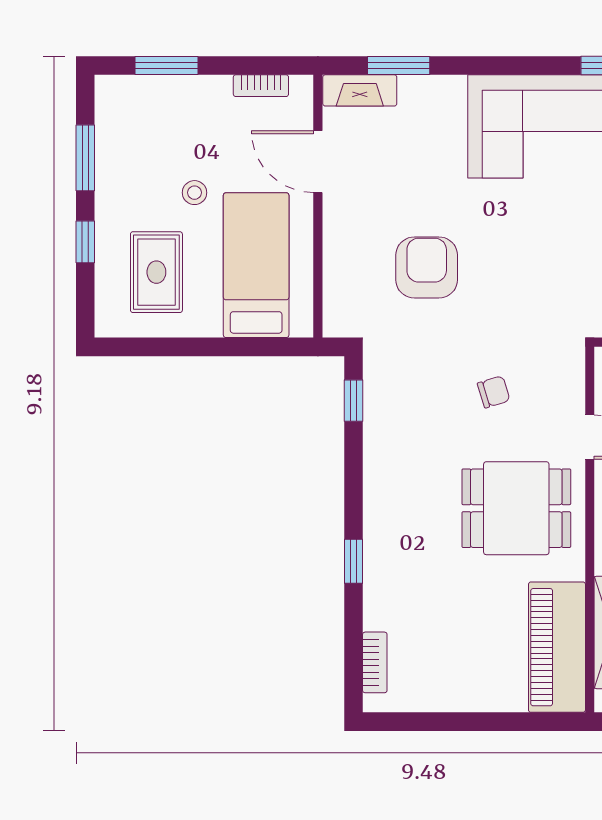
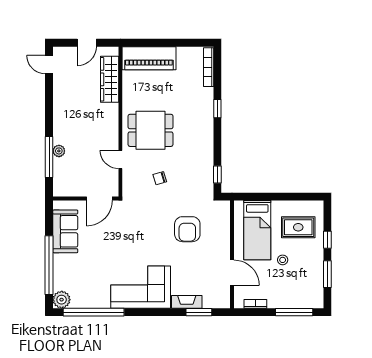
window: (166, 65) -> (294, 312), width x1.44
fireplace: (360, 90) -> (187, 302), moved
rug: (156, 272) -> (298, 227), turned 90
piano: (557, 647) -> (149, 58), moved, turned 90
bookcase: (375, 662) -> (209, 67), width x1.56

